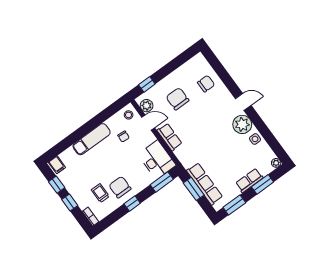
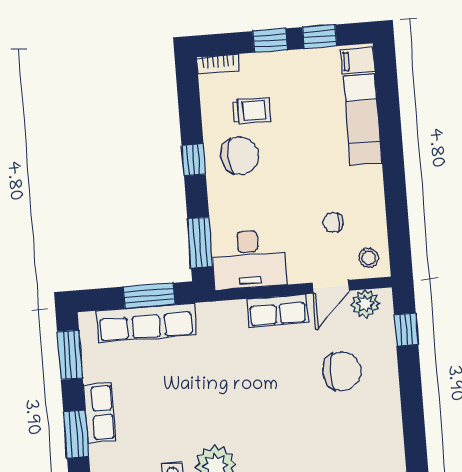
chair: (206, 84) -> (337, 444), removed
exam couch: (92, 139) -> (363, 120), moved

